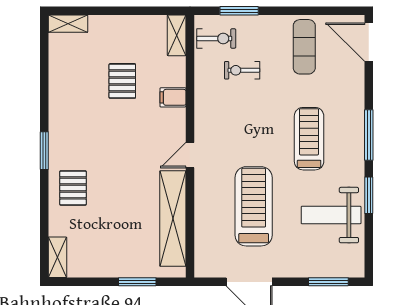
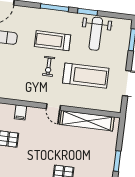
exercise bike: (242, 70) -> (49, 66), moved
treadmill: (254, 206) -> (86, 76), turned 180
window: (137, 282) -> (117, 161), moved

